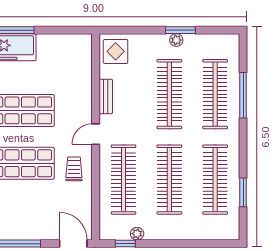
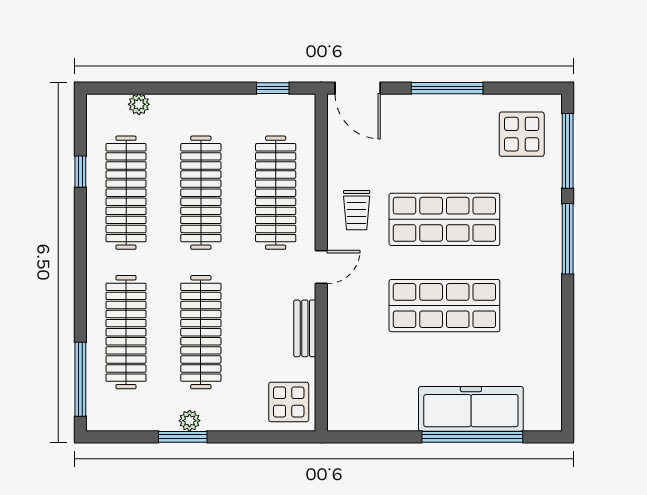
window: (243, 95) -> (80, 379), moved
window: (243, 192) -> (80, 172), width x0.67
plant: (137, 234) -> (139, 104), moved

